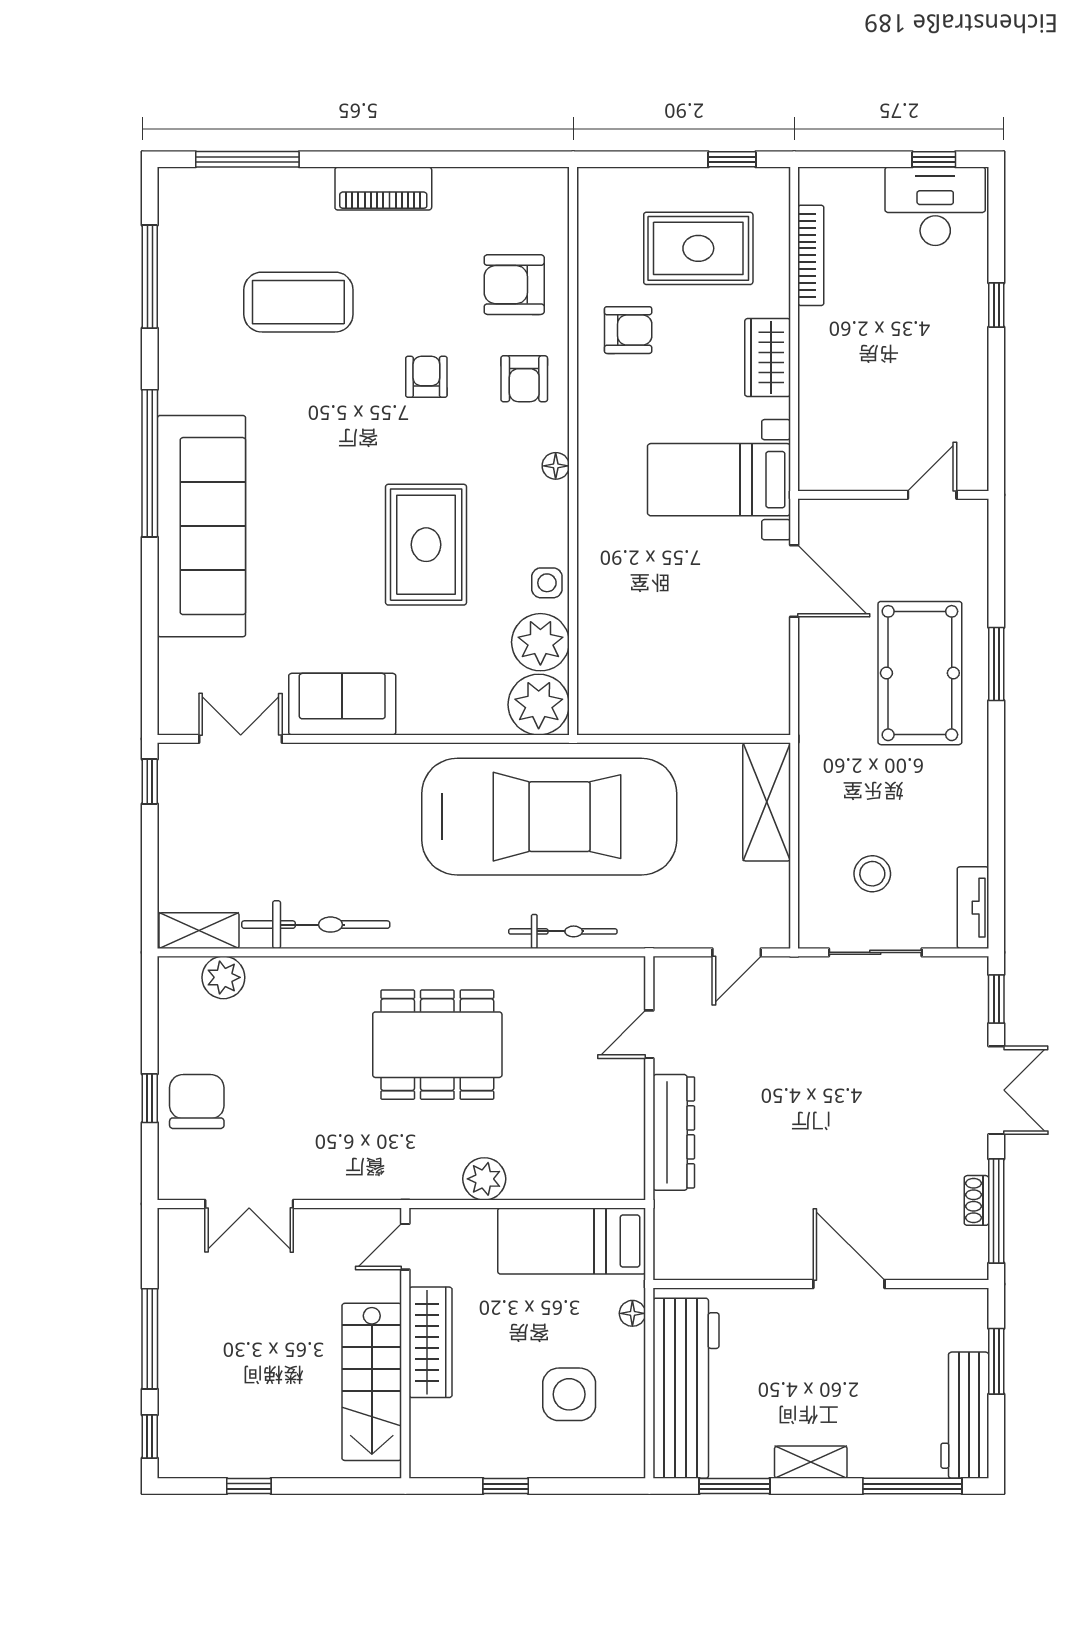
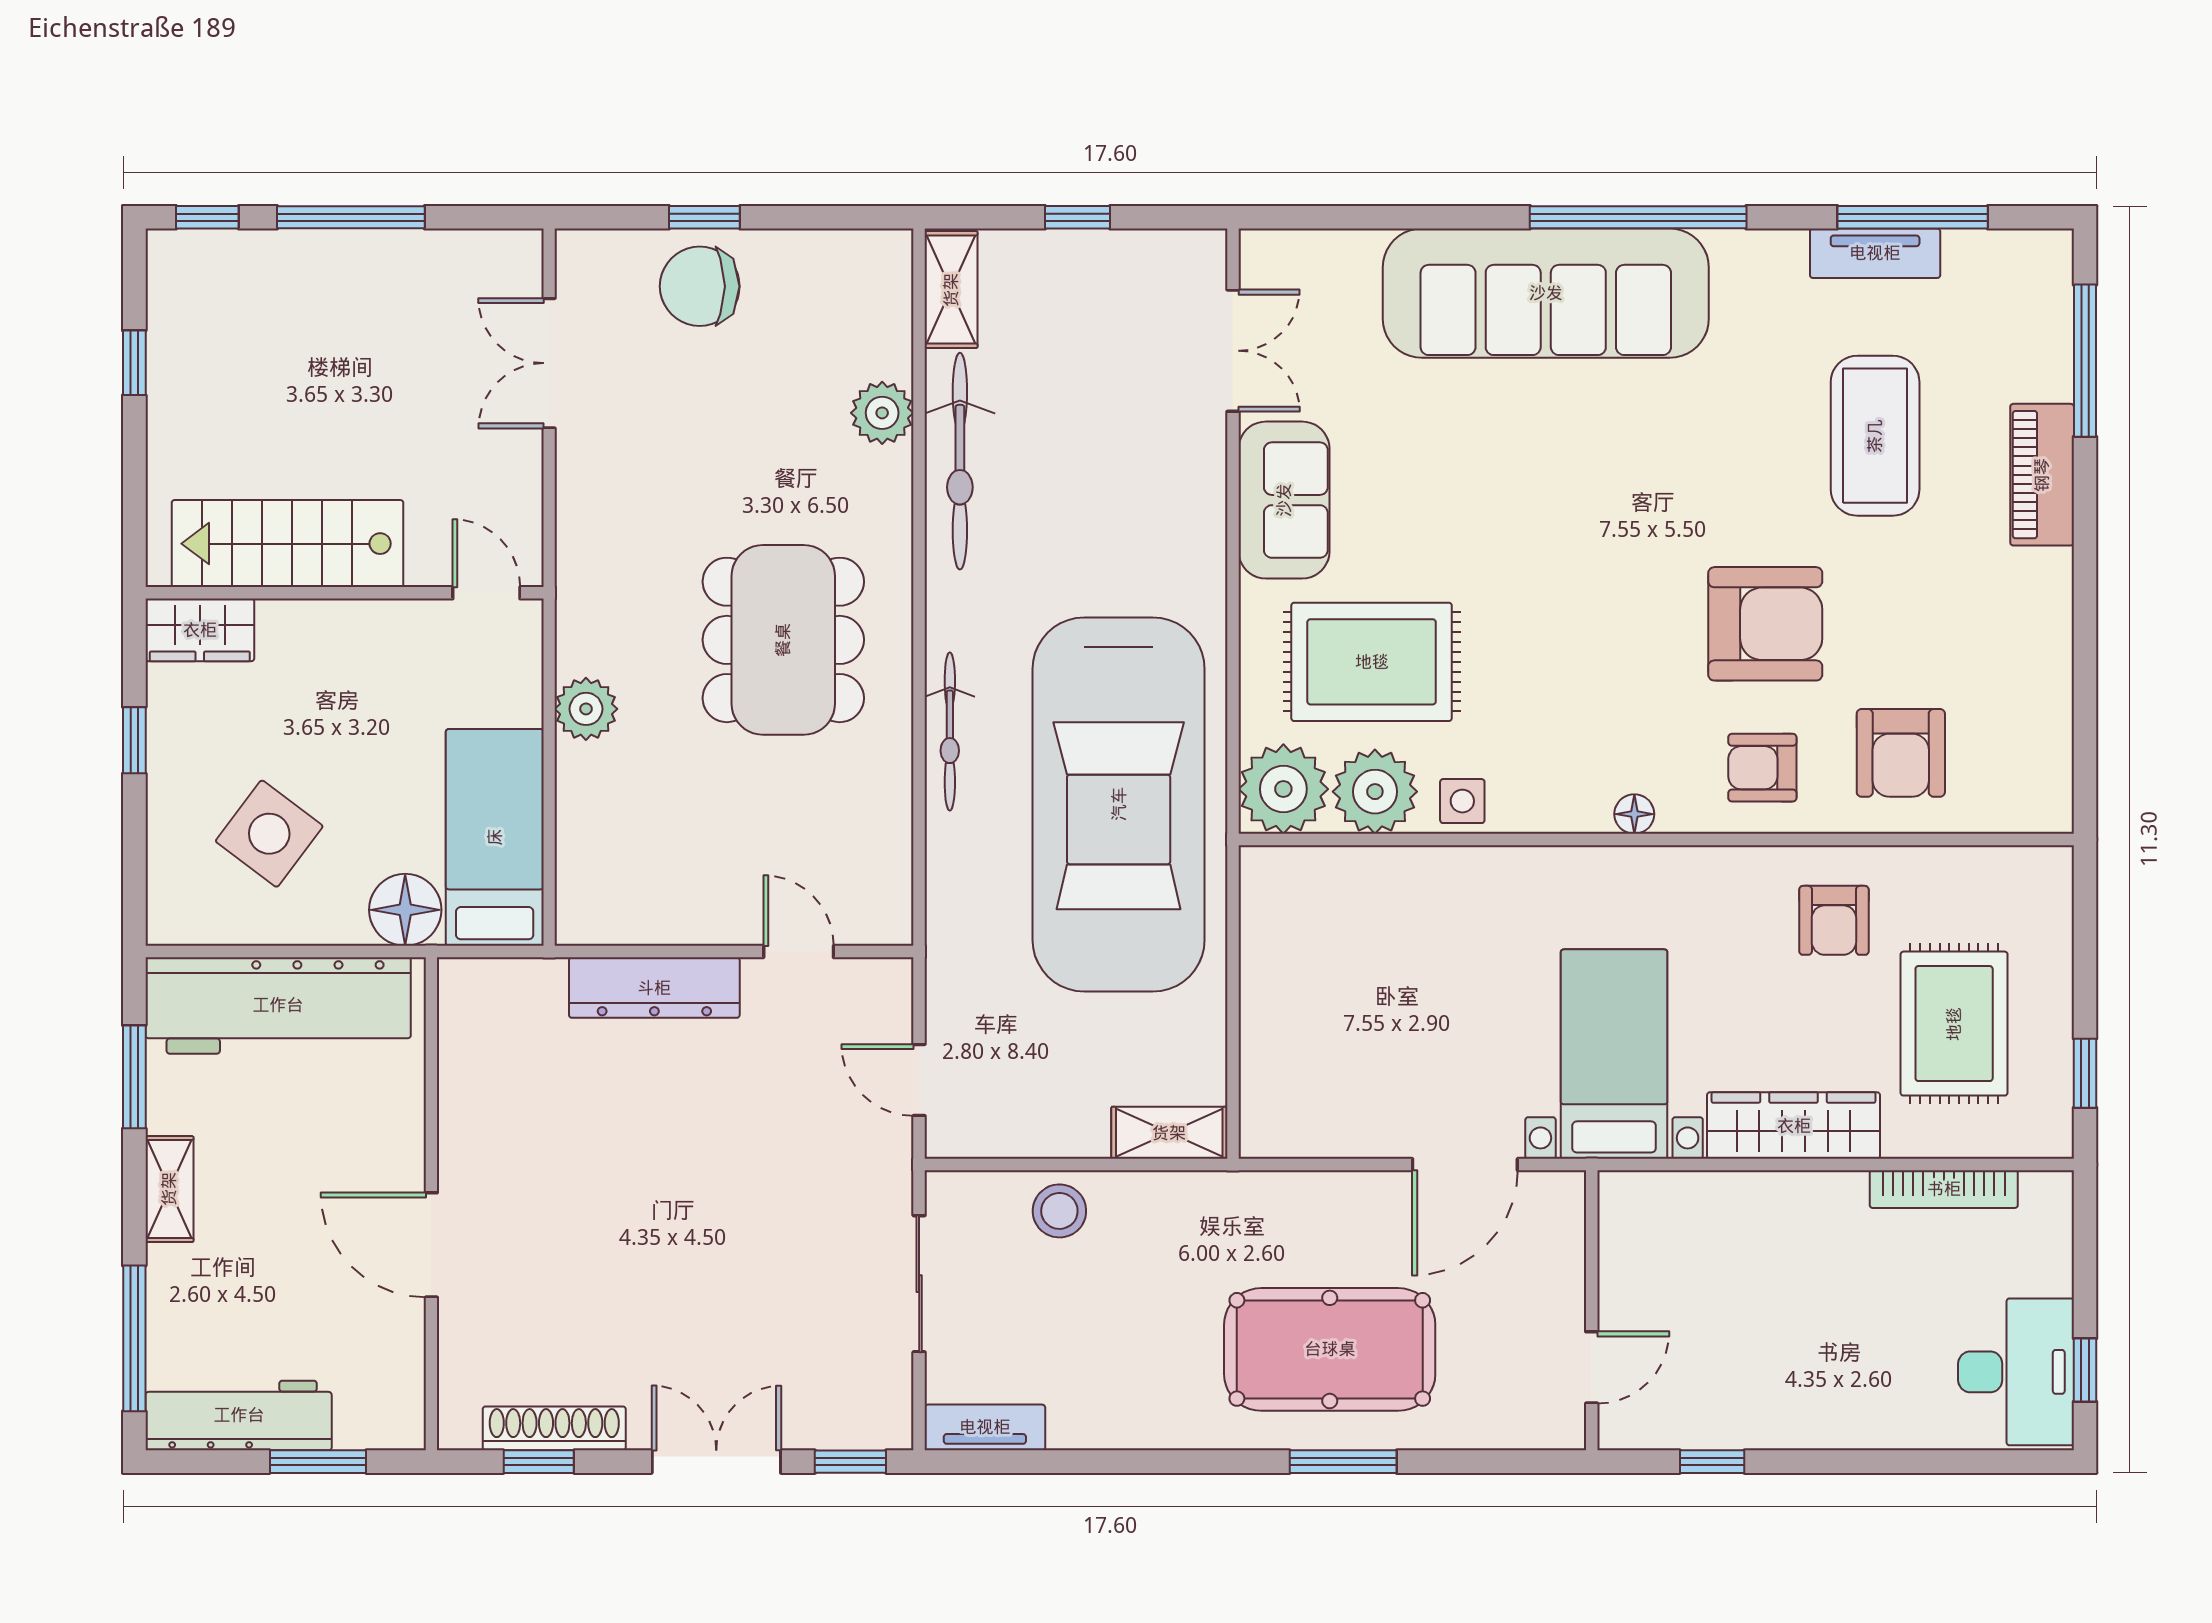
piano: (383, 189) -> (2042, 475), moved
armchair: (514, 285) -> (1901, 753), turned 180
tv unit: (174, 302) -> (1875, 253), added
window: (996, 305) -> (1712, 1462), moved
wardrobe: (768, 358) -> (1794, 1126), width x1.50
armchair: (426, 377) -> (1765, 624), width x1.88, depth x1.88
door: (932, 495) -> (1592, 1367), hinge flipped
rug: (426, 545) -> (1372, 662), moved
window: (150, 782) -> (1077, 217), moved
shelving: (767, 802) -> (1169, 1133), width x0.67, depth x0.75
stool: (872, 874) -> (1059, 1211), moved
bicycle: (563, 931) -> (950, 732), moved
plant: (223, 977) -> (882, 413), moved
double door: (996, 1090) -> (716, 1462), swing flipped
chair: (197, 1102) -> (700, 286), turned 180
shoe rack: (976, 1200) -> (554, 1428), width x1.94, depth x1.24
window: (996, 1211) -> (539, 1462), width x0.46
door: (849, 1284) -> (431, 1245), swing flipped
floor lamp: (632, 1313) -> (405, 910), width x1.89, depth x1.89
wardrobe: (431, 1342) -> (200, 630), moved, width x0.67
side table: (569, 1394) -> (269, 834), turned 37

